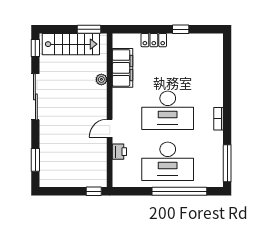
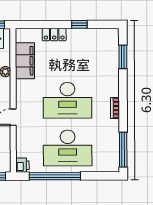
window: (227, 64) -> (123, 57), added
printer: (119, 152) -> (22, 165), moved
window: (179, 191) -> (55, 176), moved

